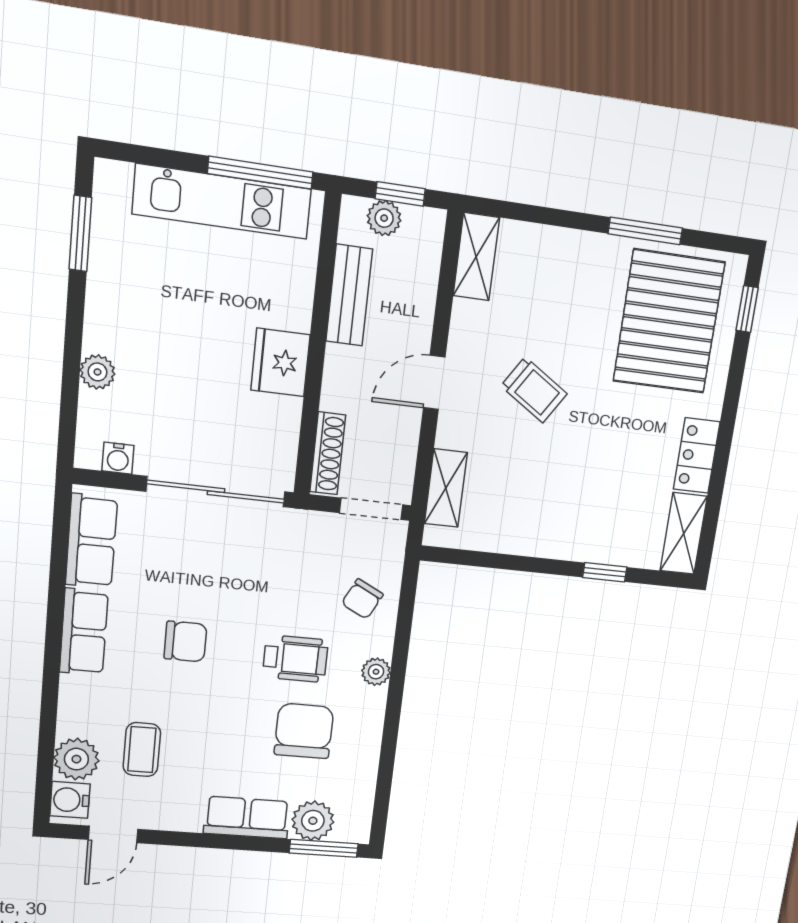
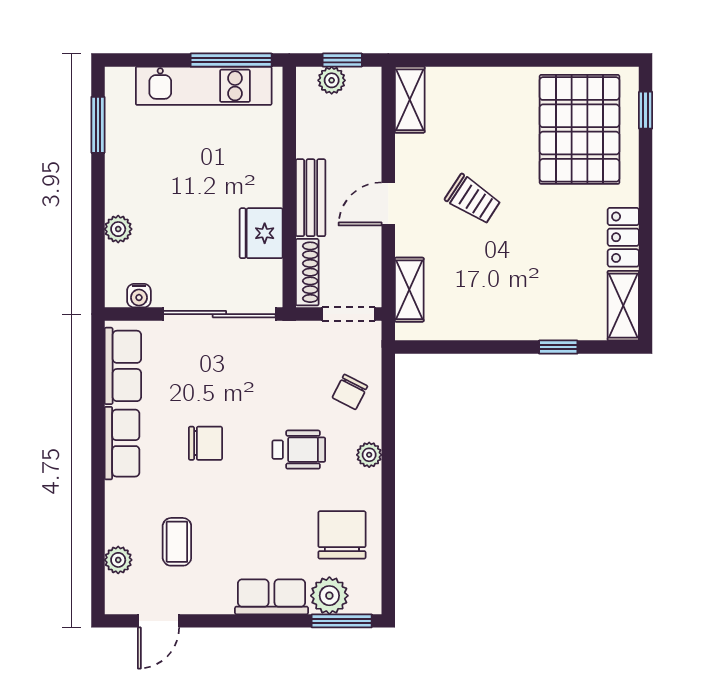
window: (645, 231) -> (547, 60), removed
bench: (349, 295) -> (311, 198), moved
fridge: (280, 362) -> (261, 233), moved
chair: (304, 731) -> (342, 535), moved
plant: (76, 759) -> (118, 560), width x0.73, depth x0.73
water cooler: (70, 800) -> (120, 592), removed

